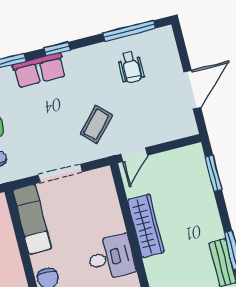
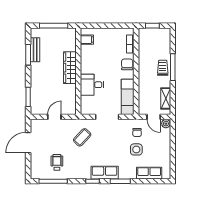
door: (134, 155) -> (54, 117), moved
wardrobe: (146, 226) -> (70, 68), moved
desk: (111, 257) -> (92, 85), moved

